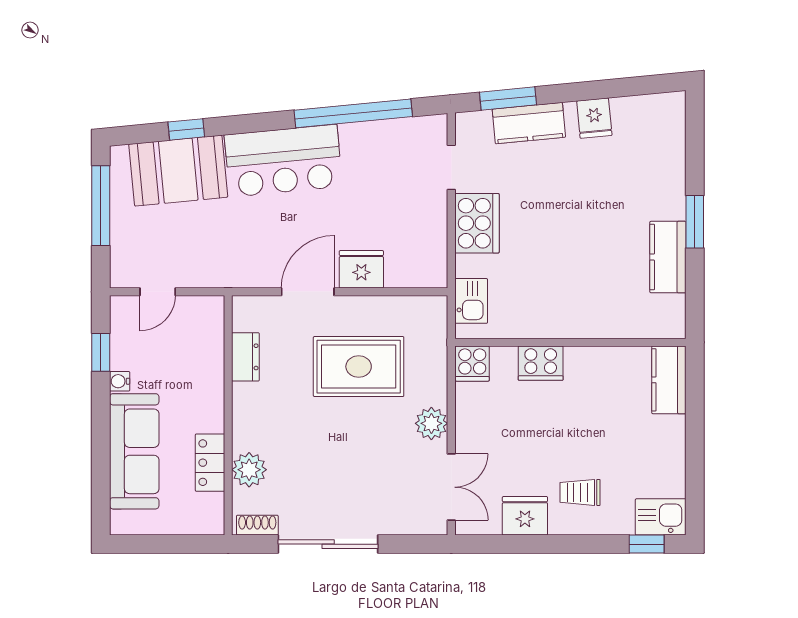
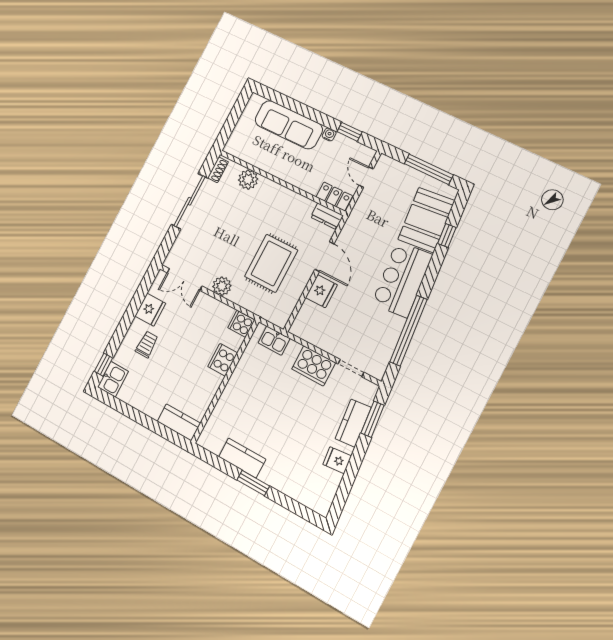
dresser: (245, 357) -> (327, 216), moved
locker: (210, 463) -> (334, 196), moved

